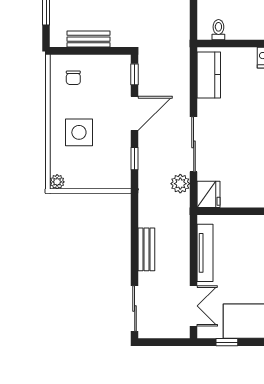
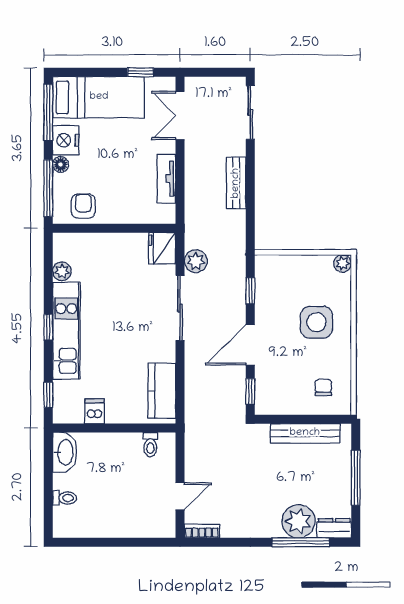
bench: (88, 39) -> (305, 433), width x1.36
tv unit: (205, 253) -> (166, 179), width x0.71

